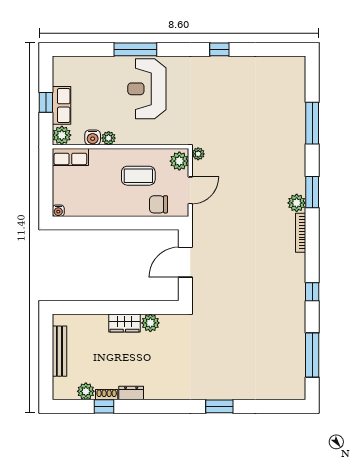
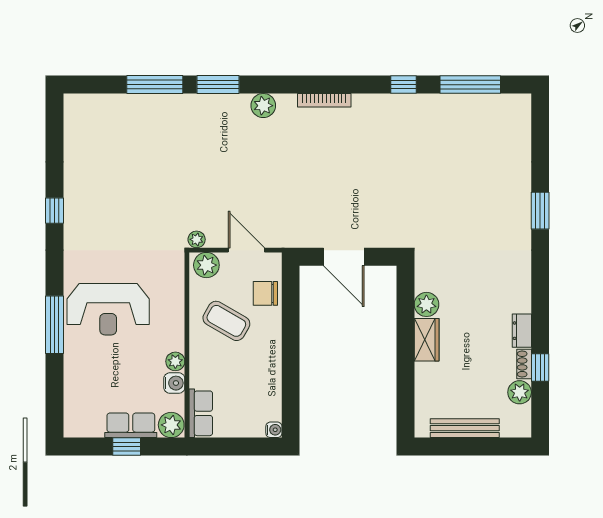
coffee table: (138, 176) -> (226, 321), turned -60
window: (312, 192) -> (218, 85), moved
chair: (158, 204) -> (265, 293), turned 90
bookcase: (301, 233) -> (324, 100), moved
window: (312, 292) -> (404, 85), moved

